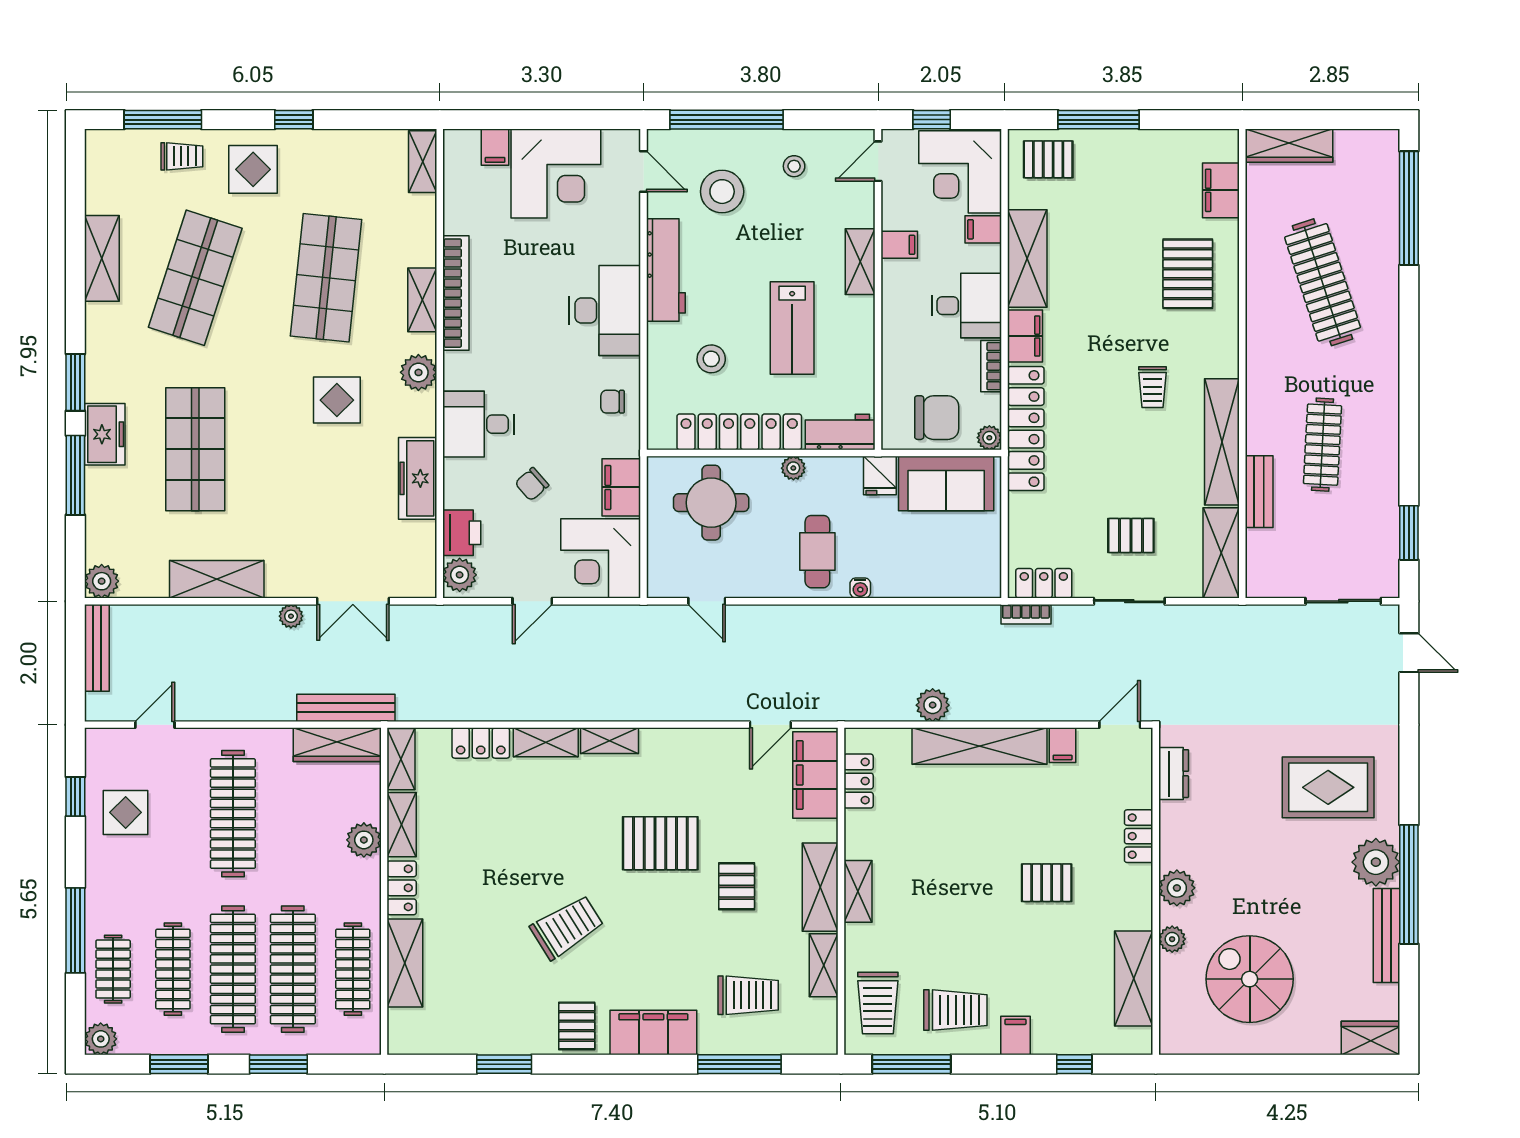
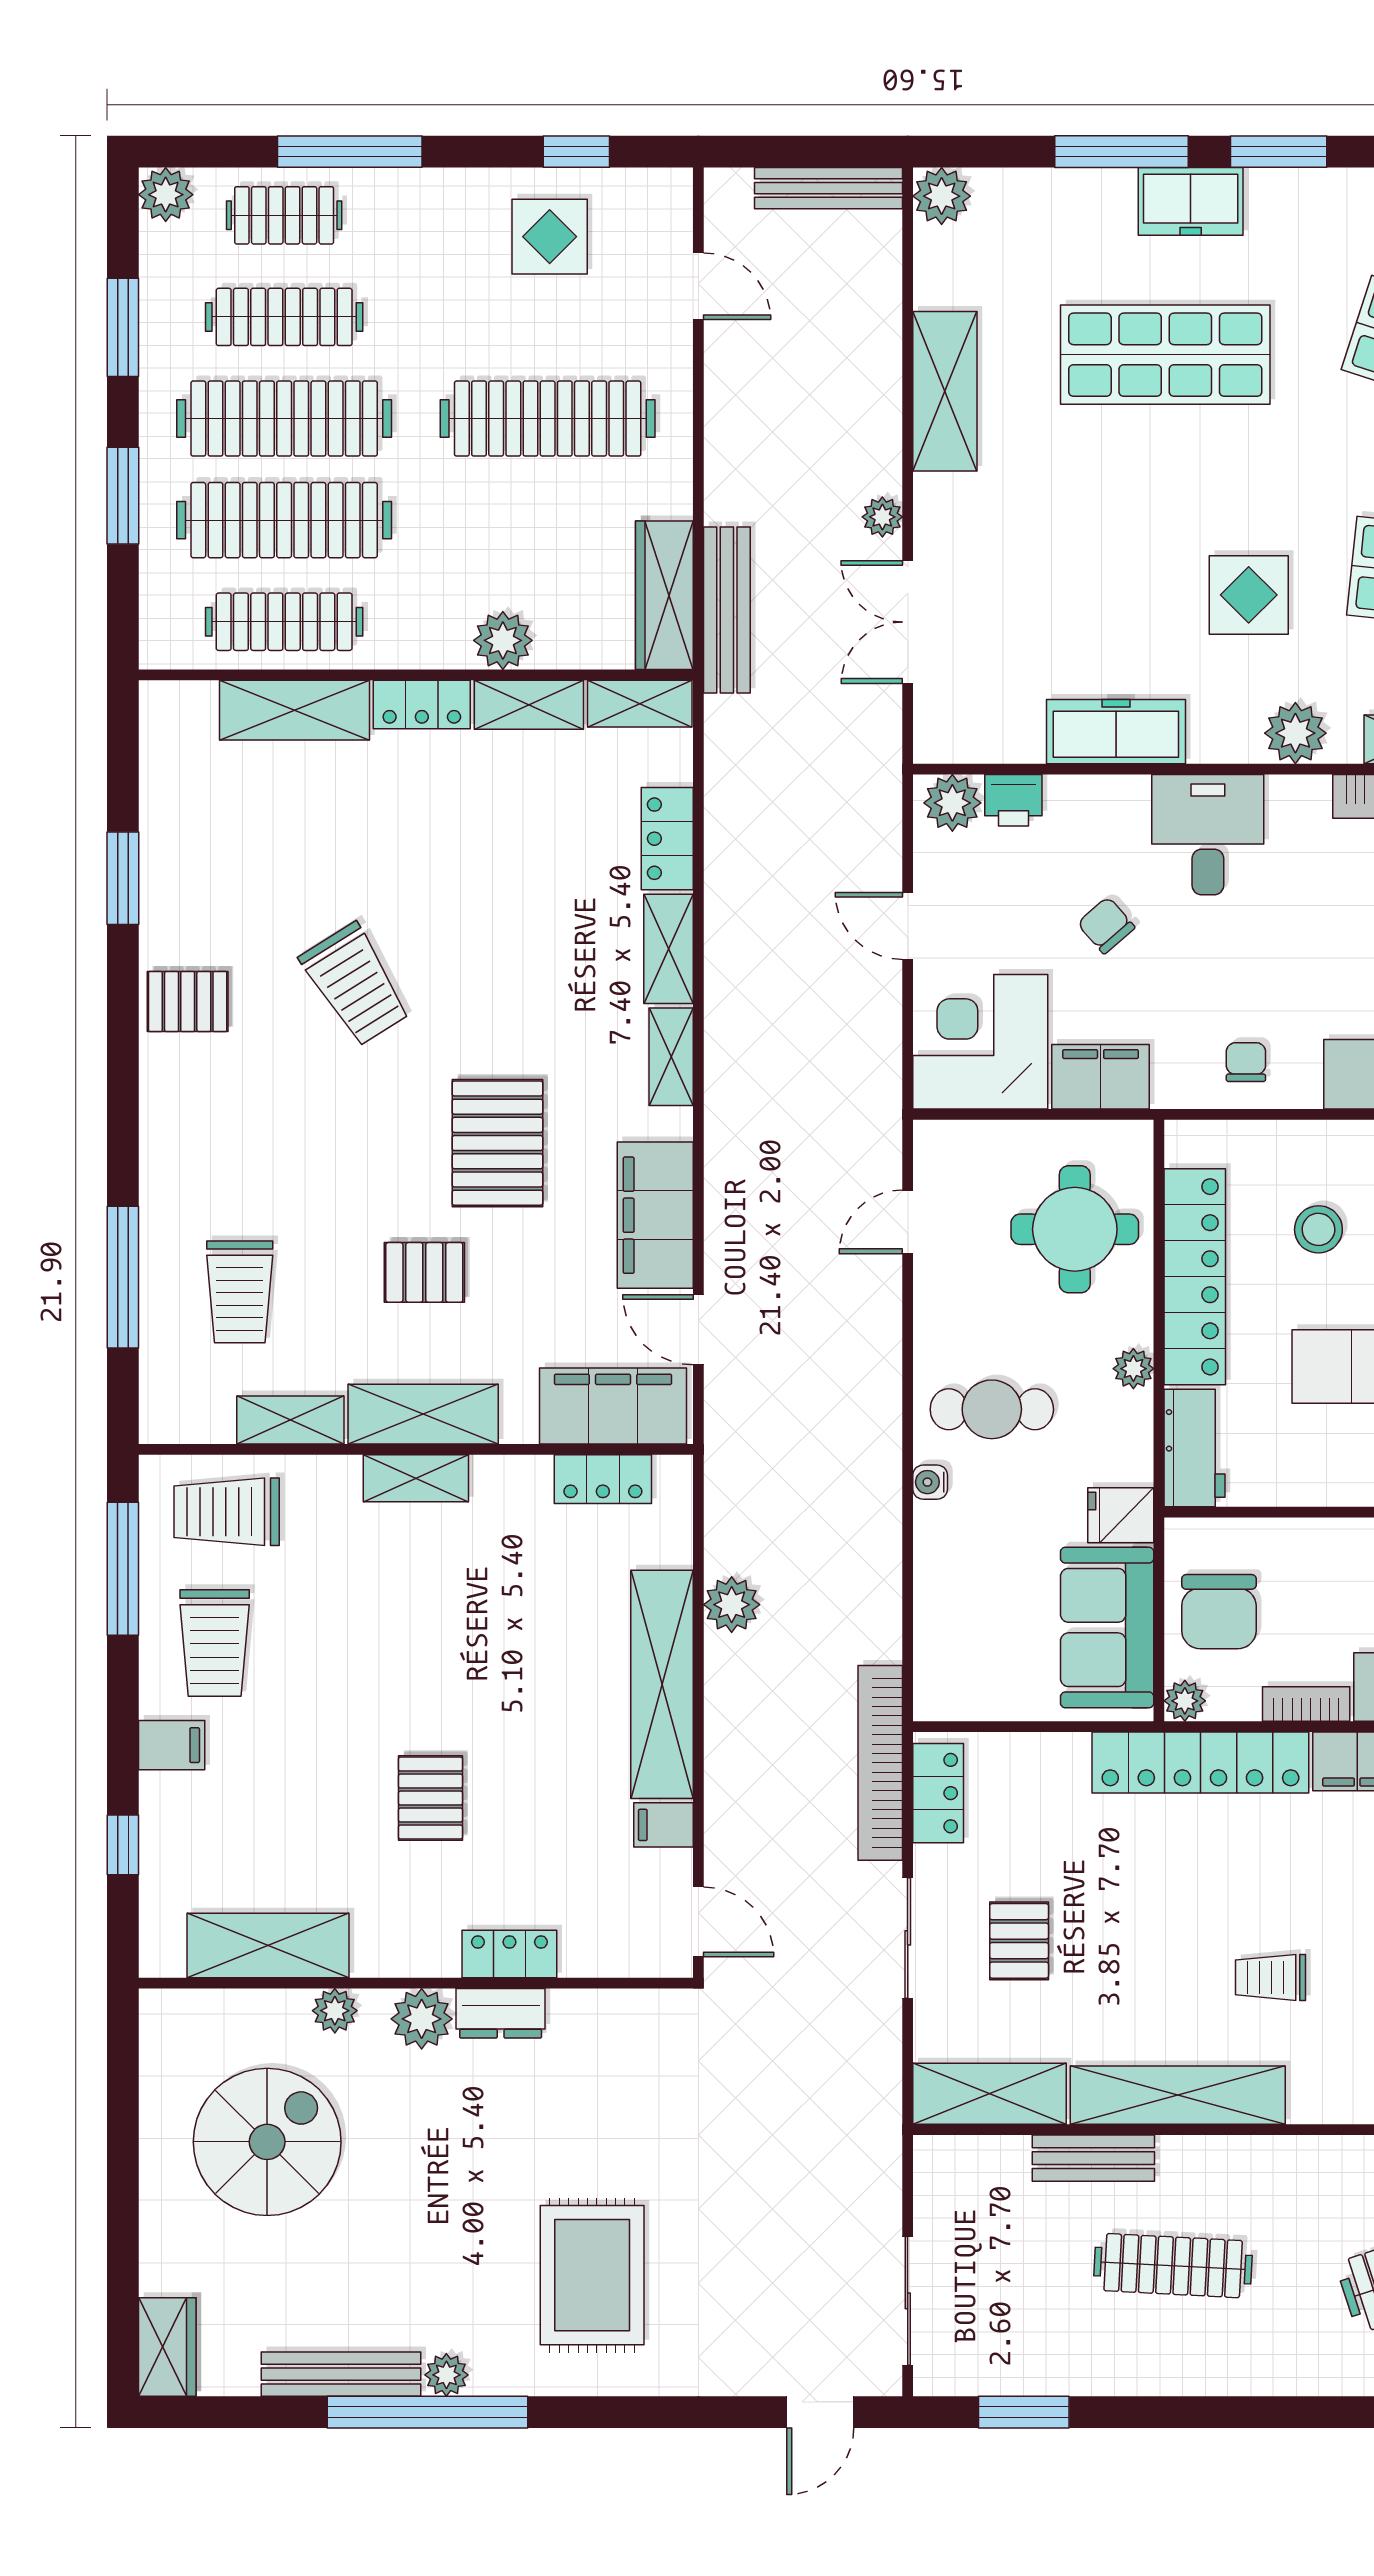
printer: (462, 533) -> (1013, 800), width x0.73, depth x0.81
bookcase: (1026, 614) -> (880, 1763), width x2.31, depth x1.31
dresser: (1174, 774) -> (501, 2013), moved
plant: (1376, 862) -> (446, 2375), width x0.53, depth x0.53
filing cabinet: (653, 1033) -> (655, 1215), moved, turned 180

